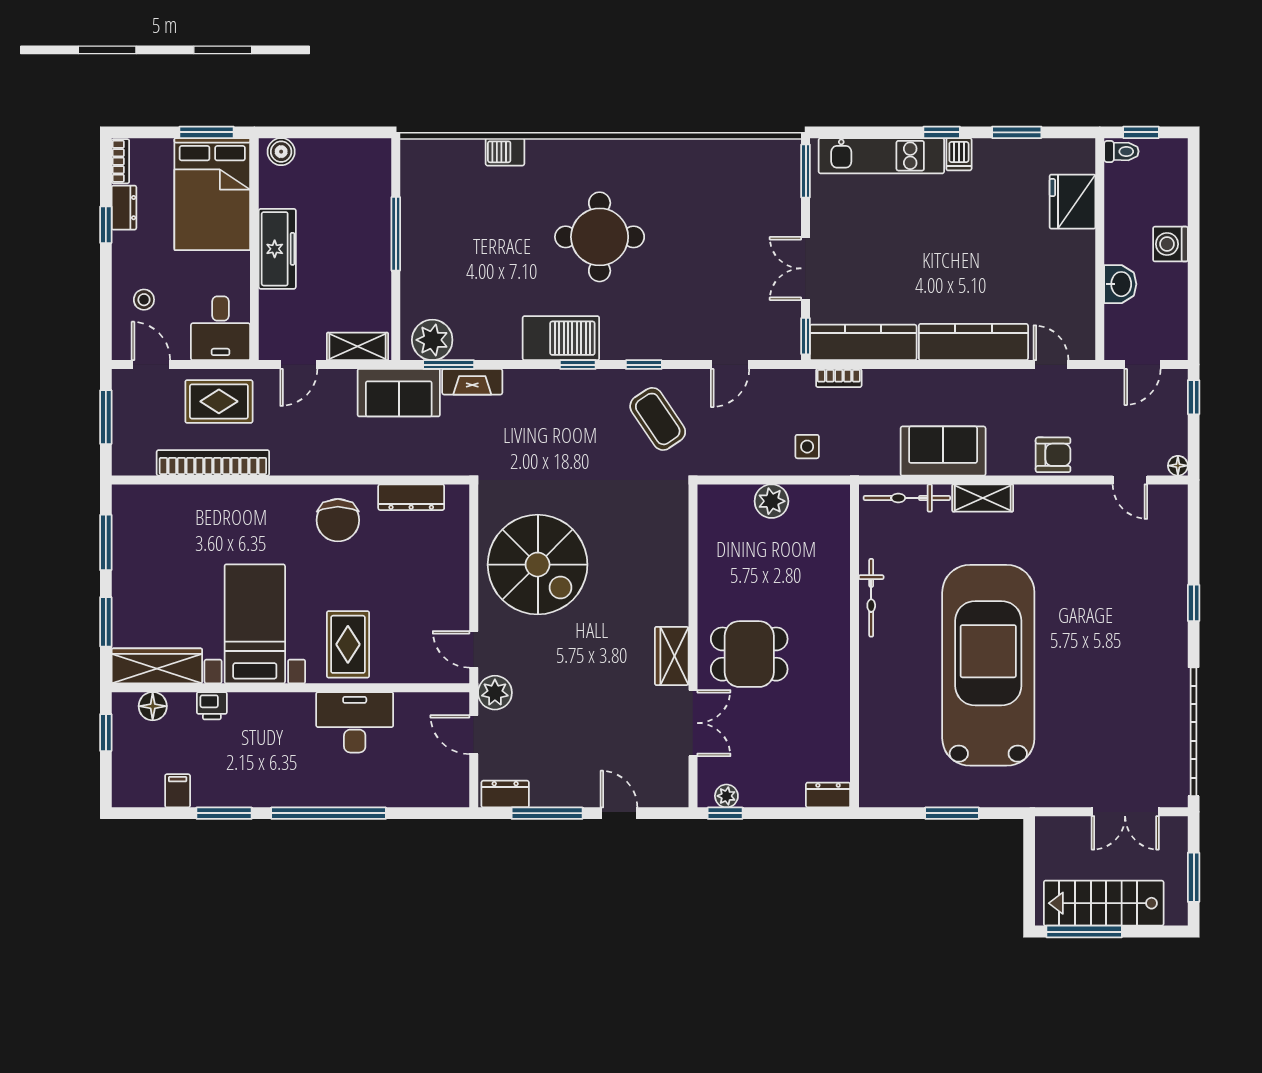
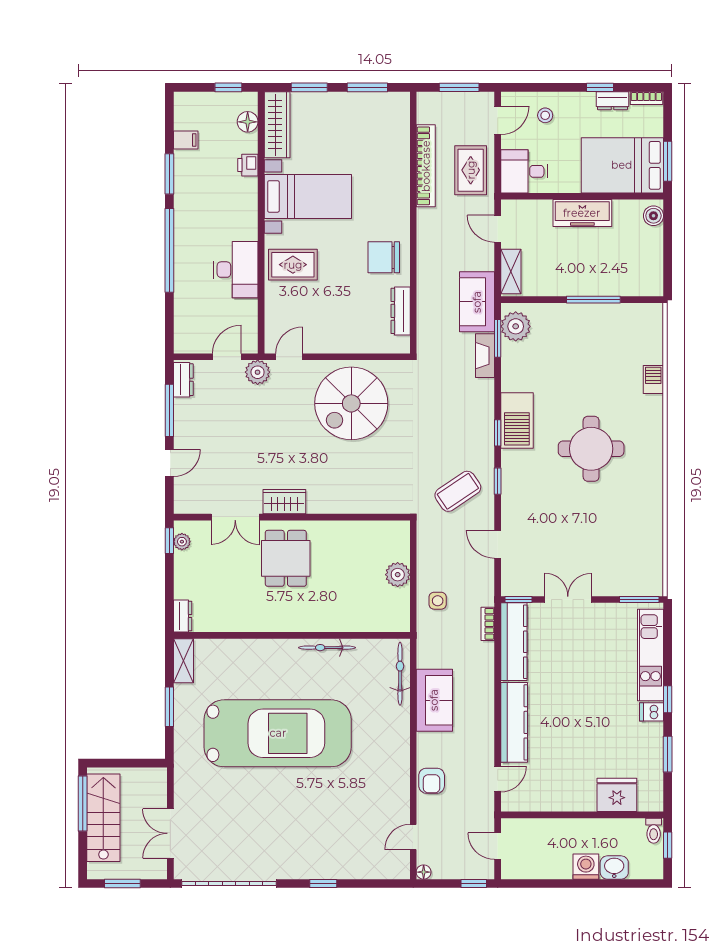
washbasin: (1120, 284) -> (614, 867), moved, turned 180
shelving: (983, 498) -> (184, 661), moved

